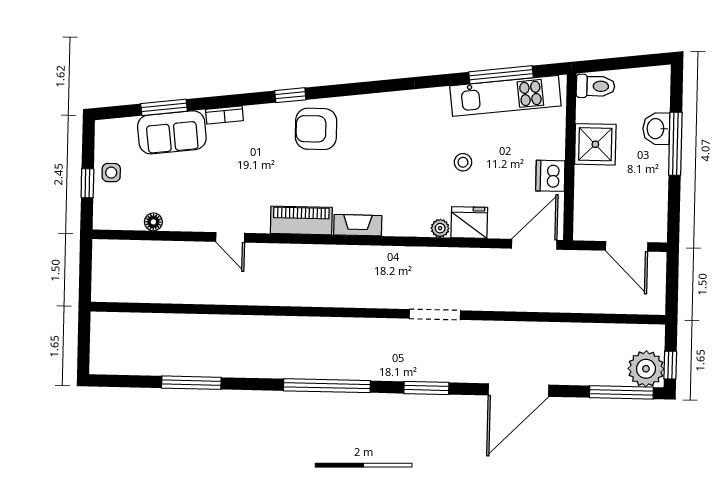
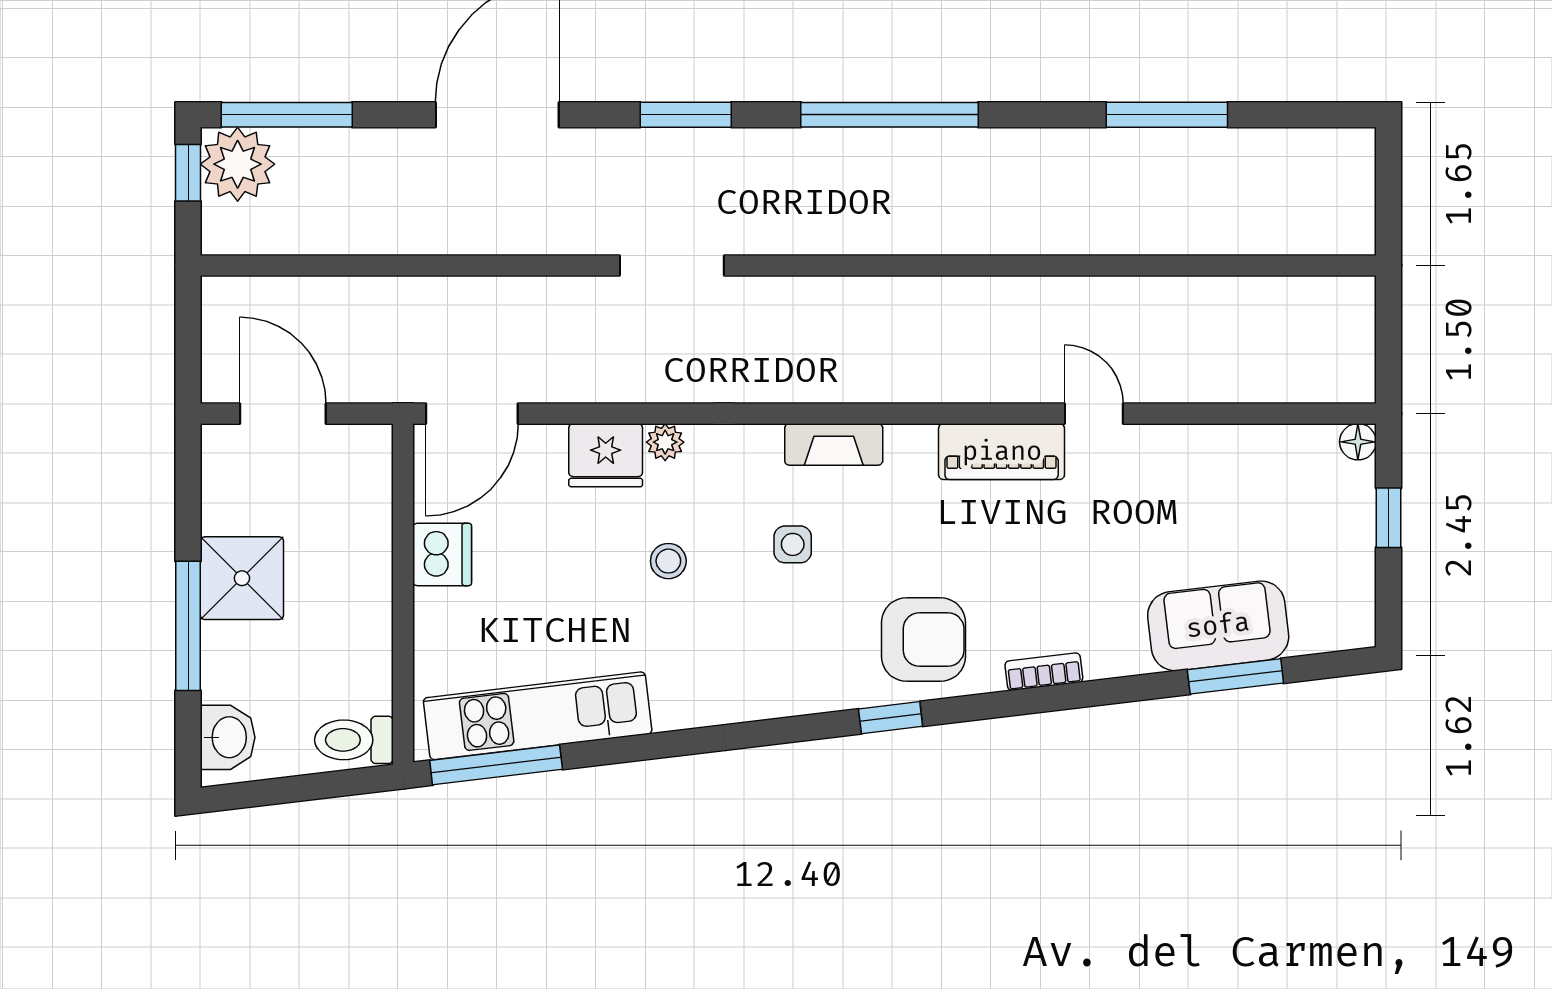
window: (501, 75) -> (496, 765), moved
window: (290, 95) -> (891, 718), moved
bookcase: (224, 115) -> (1044, 672), moved
washbasin: (656, 129) -> (228, 737), moved
shower: (595, 144) -> (242, 578), moved
stool: (463, 162) -> (668, 561), moved
side table: (111, 173) -> (793, 544), moved
piano: (301, 220) -> (1002, 452), moved
floor lamp: (153, 222) -> (1358, 442), moved

